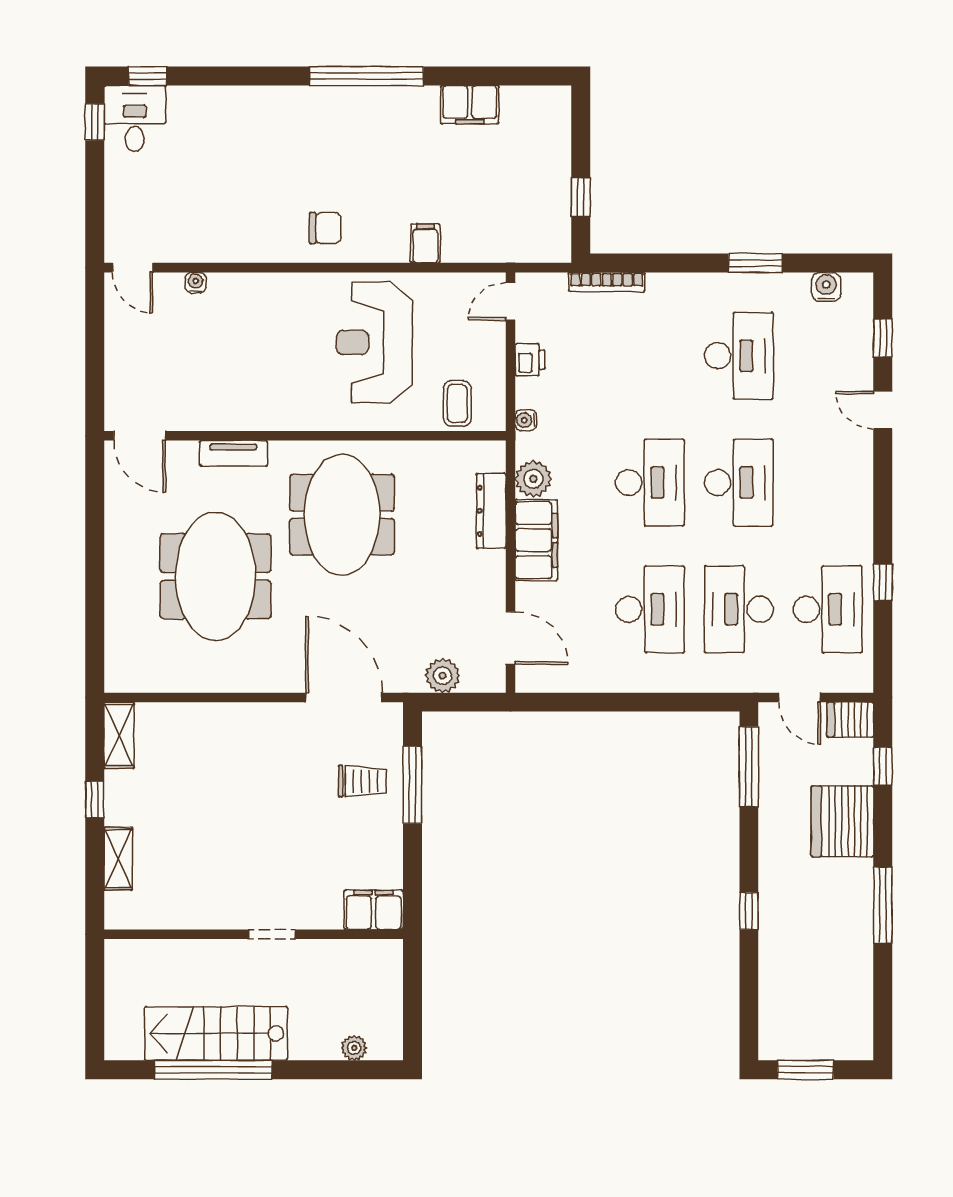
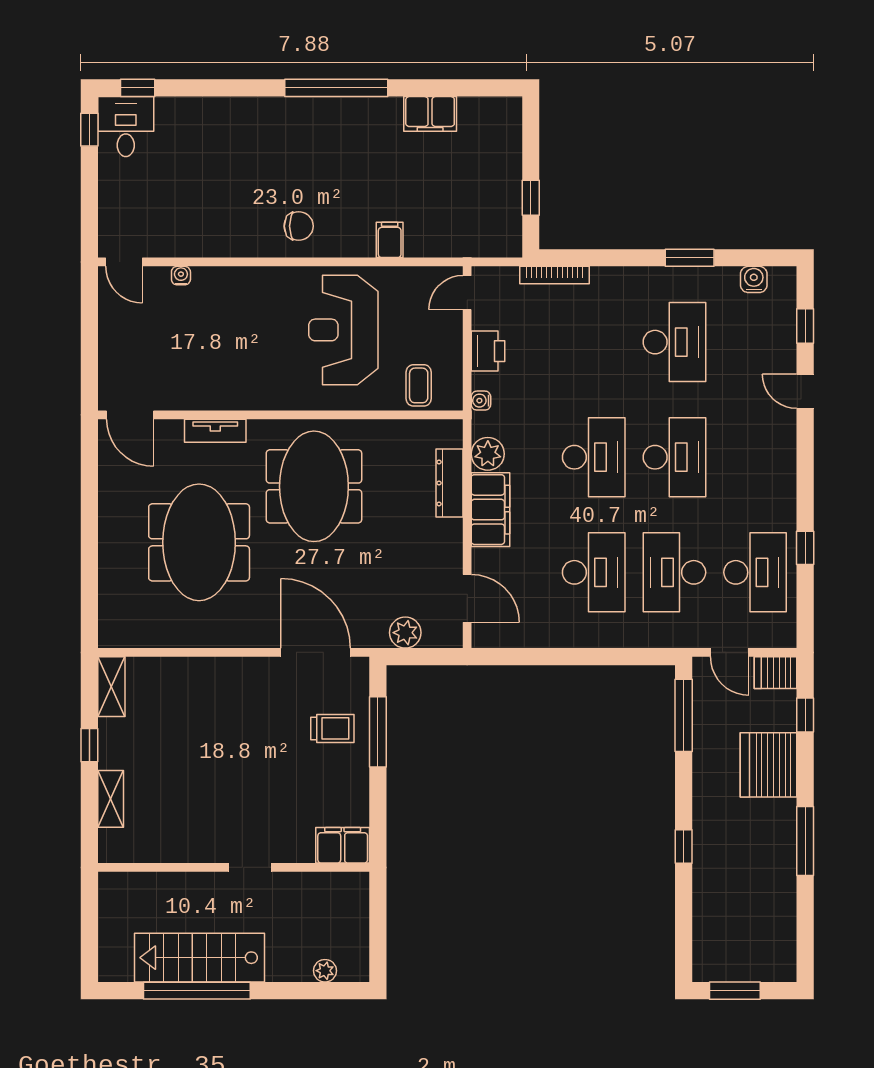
printer: (530, 360) -> (488, 351), width x1.36, depth x1.24

